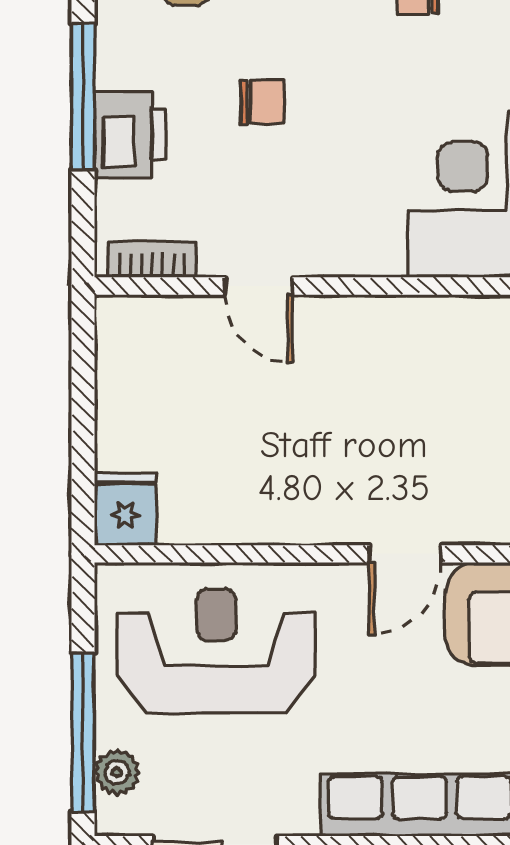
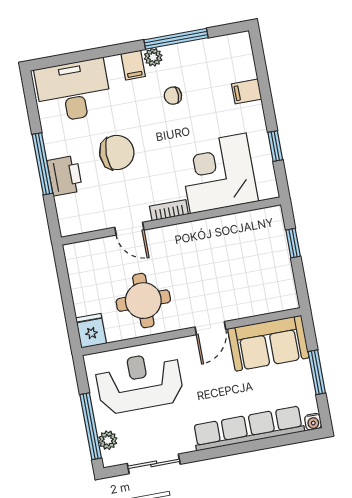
chair: (262, 102) -> (117, 152), width x1.87, depth x1.87
bookcase: (152, 260) -> (169, 210), moved
round table: (260, 461) -> (143, 301), added

